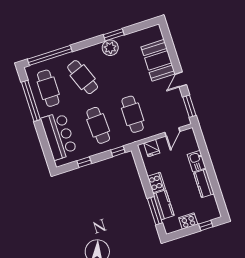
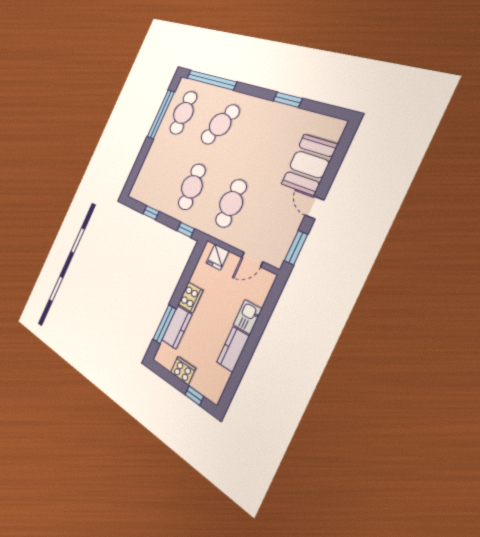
plant: (110, 48) -> (272, 112), removed
cafe table: (83, 77) -> (220, 125), turned 45
door: (181, 79) -> (314, 208), hinge flipped
bar counter: (59, 136) -> (154, 168), removed

